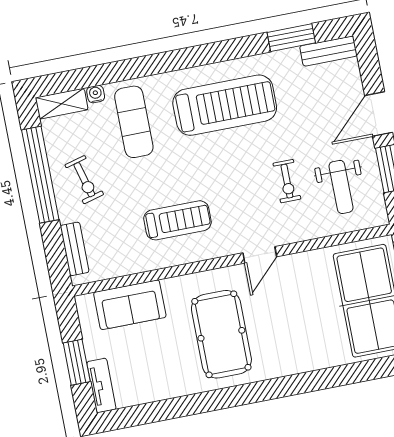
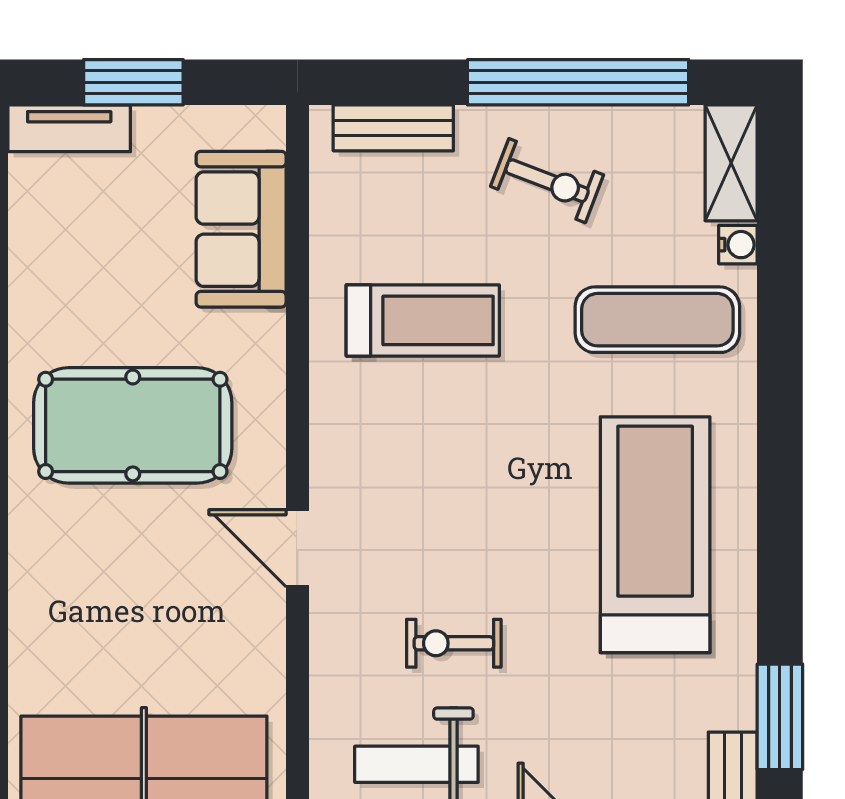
treadmill: (225, 105) -> (655, 535), turned 180
exercise bike: (84, 180) -> (547, 181), turned -144
treadmill: (177, 220) -> (423, 320), moved, turned -90

